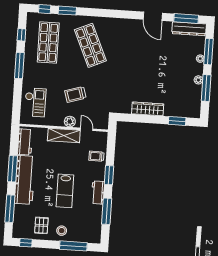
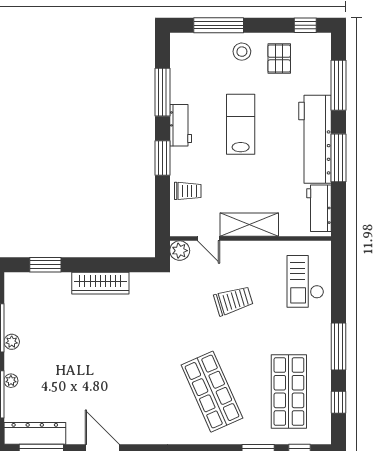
plant: (70, 122) -> (180, 251), moved

